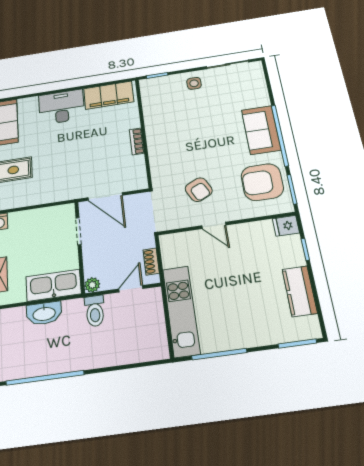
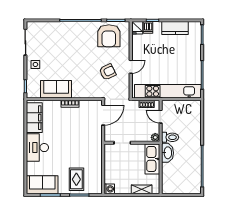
sofa: (261, 130) -> (56, 89), moved, turned 180
door: (105, 197) -> (103, 115), moved
dishwasher: (291, 244) -> (148, 27), added
kitchen unit: (181, 311) -> (168, 91), width x1.36
washbasin: (44, 313) -> (168, 153), moved

